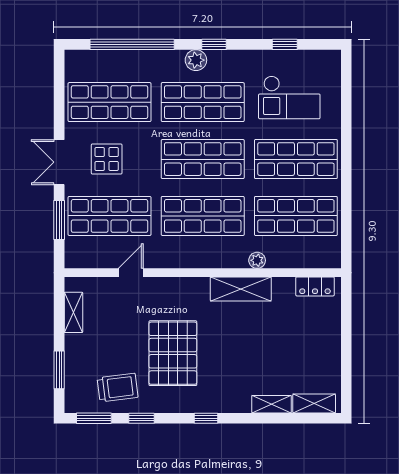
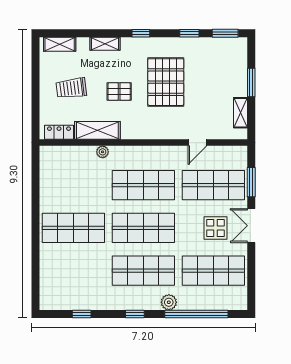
plant: (196, 60) -> (169, 302), moved
checkout: (289, 97) -> (78, 274), removed
double door: (59, 162) -> (251, 226), swing flipped
shop shelf: (296, 216) -> (73, 185), removed
shelving: (241, 289) -> (97, 130), moved
pallet: (235, 341) -> (119, 91), added
window: (59, 370) -> (251, 83), moved
trolley: (118, 388) -> (71, 88), moved
shelving: (272, 404) -> (105, 44), moved

